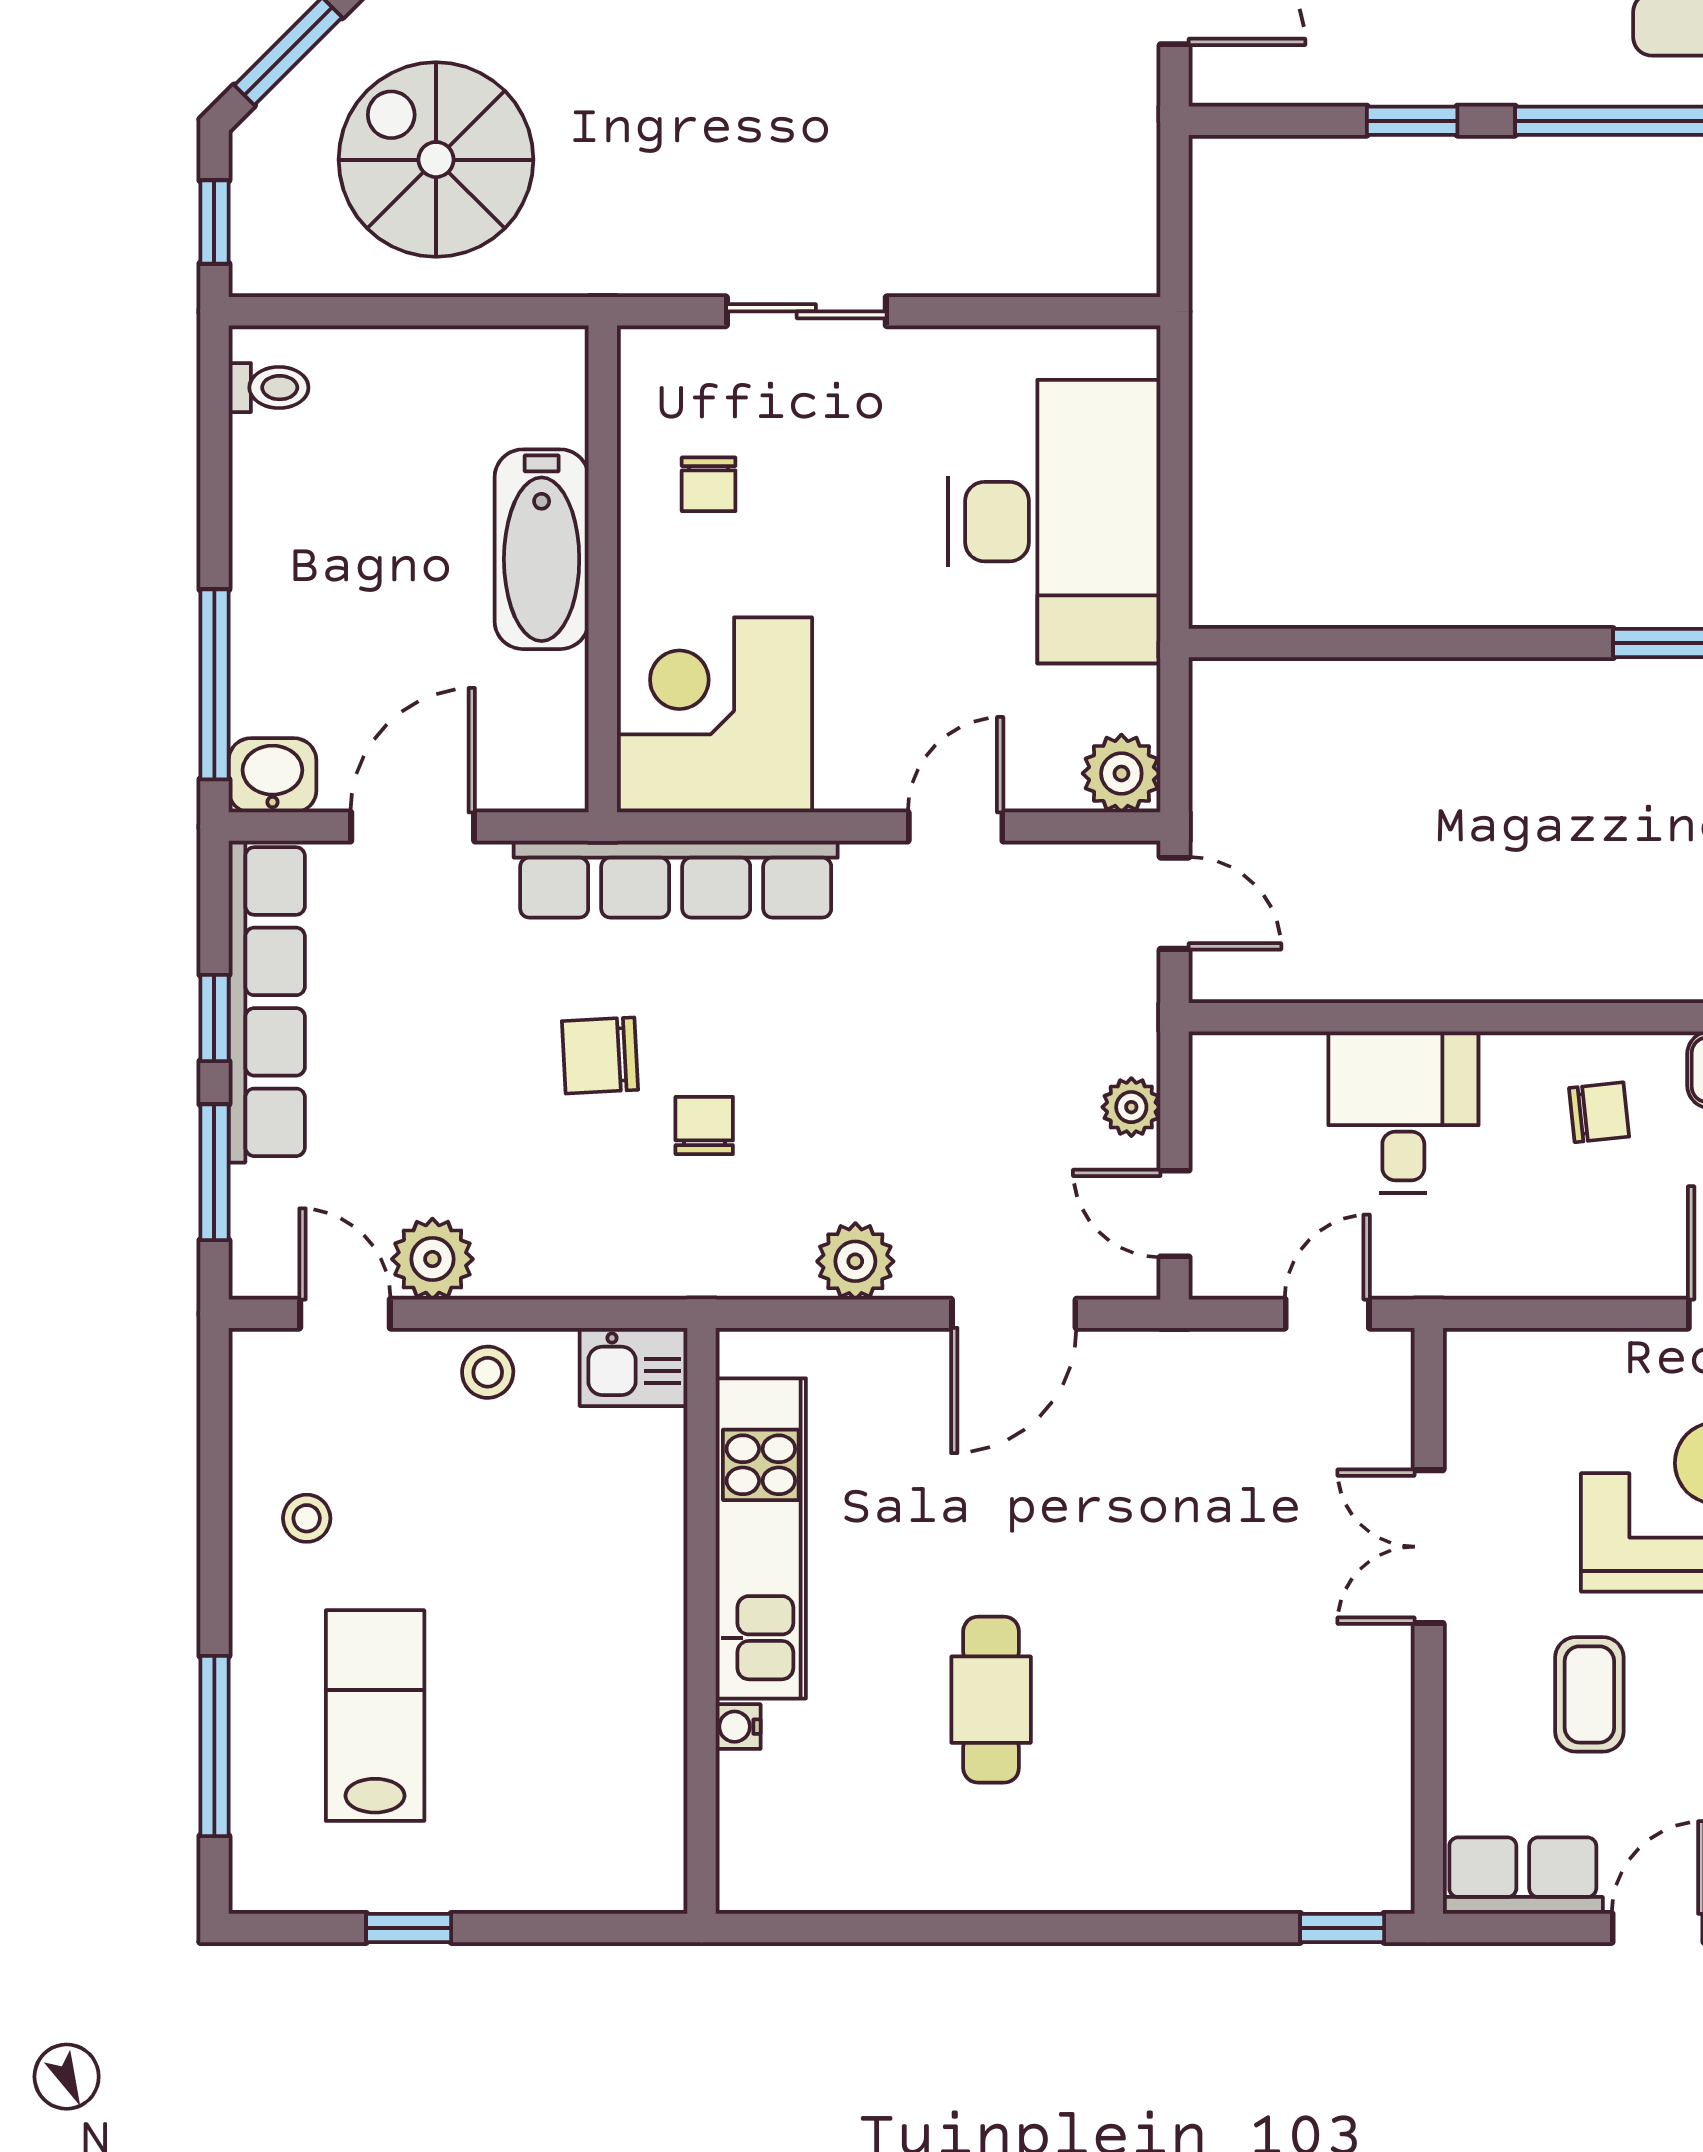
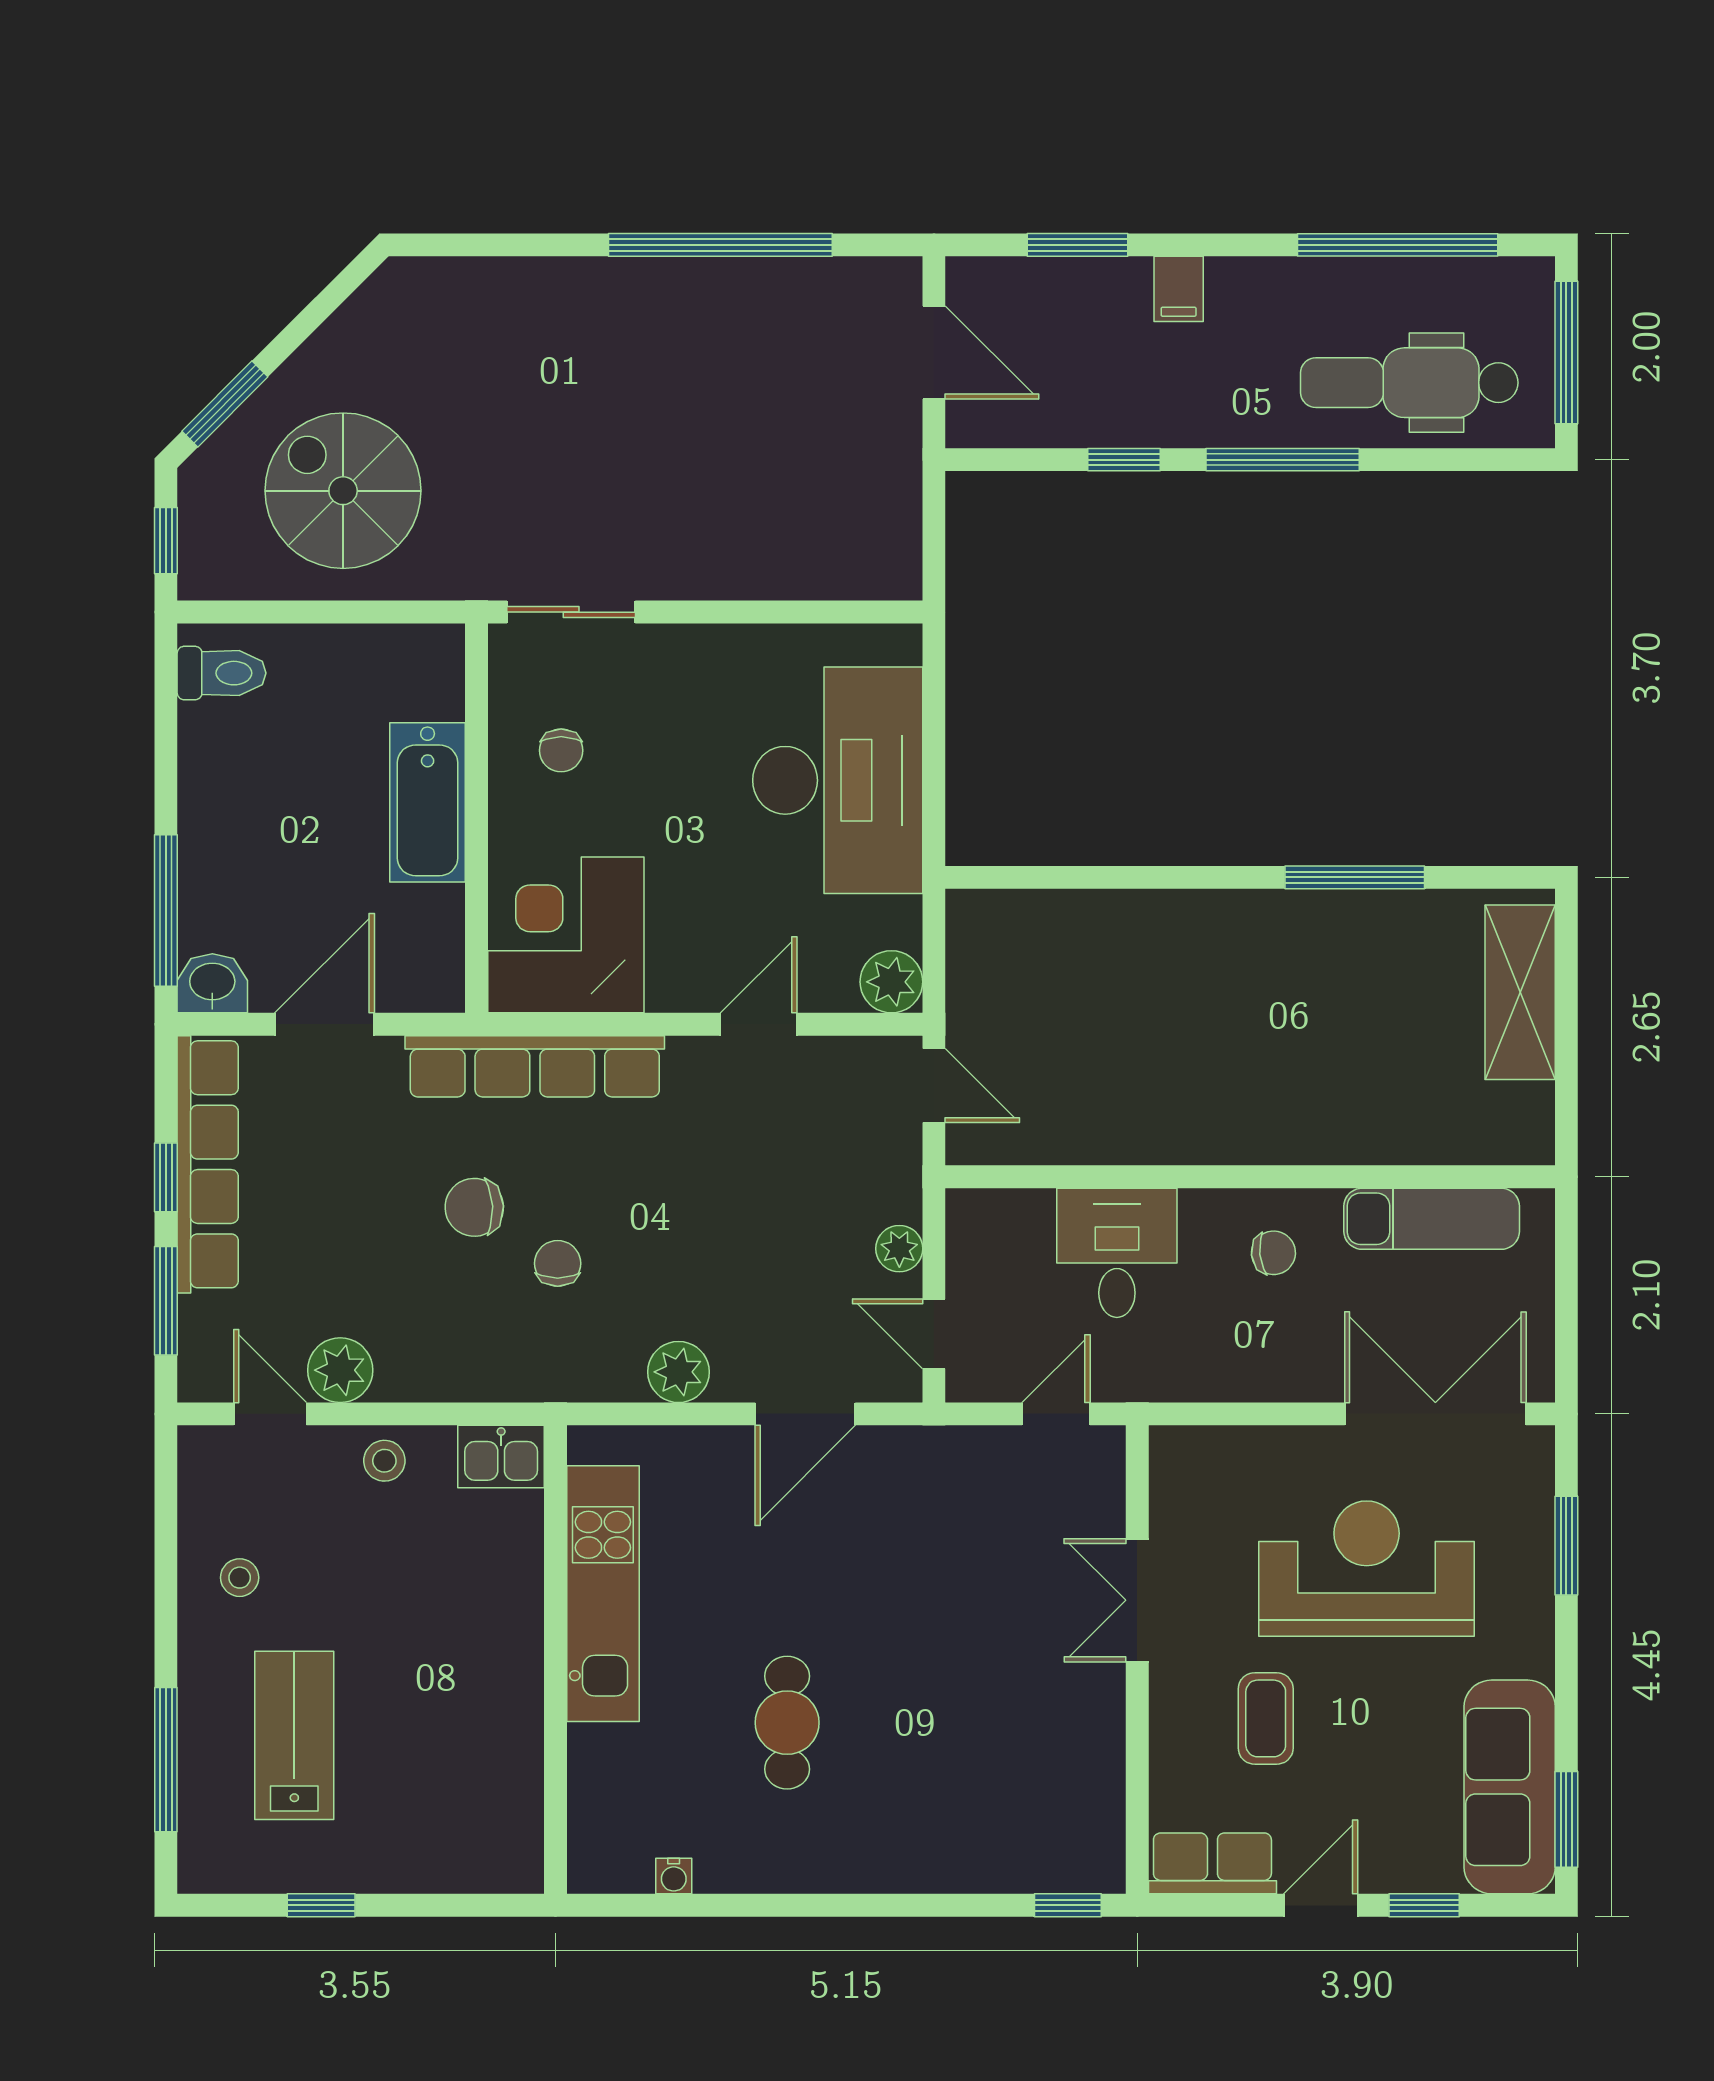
sliding door: (806, 311) -> (571, 612), moved
toilet: (269, 388) -> (221, 673), width x1.37, depth x1.39
water cooler: (738, 1727) -> (674, 1876), moved, turned -90

